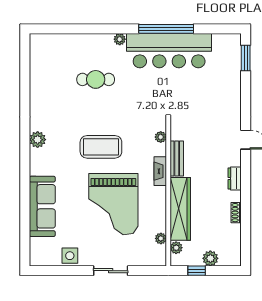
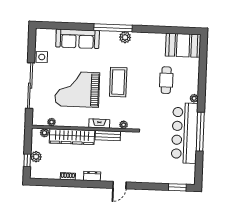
booth: (46, 58) -> (183, 45), added
window: (25, 157) -> (113, 28), added
sliding door: (111, 271) -> (30, 86), width x1.86
window: (197, 271) -> (27, 160), moved

